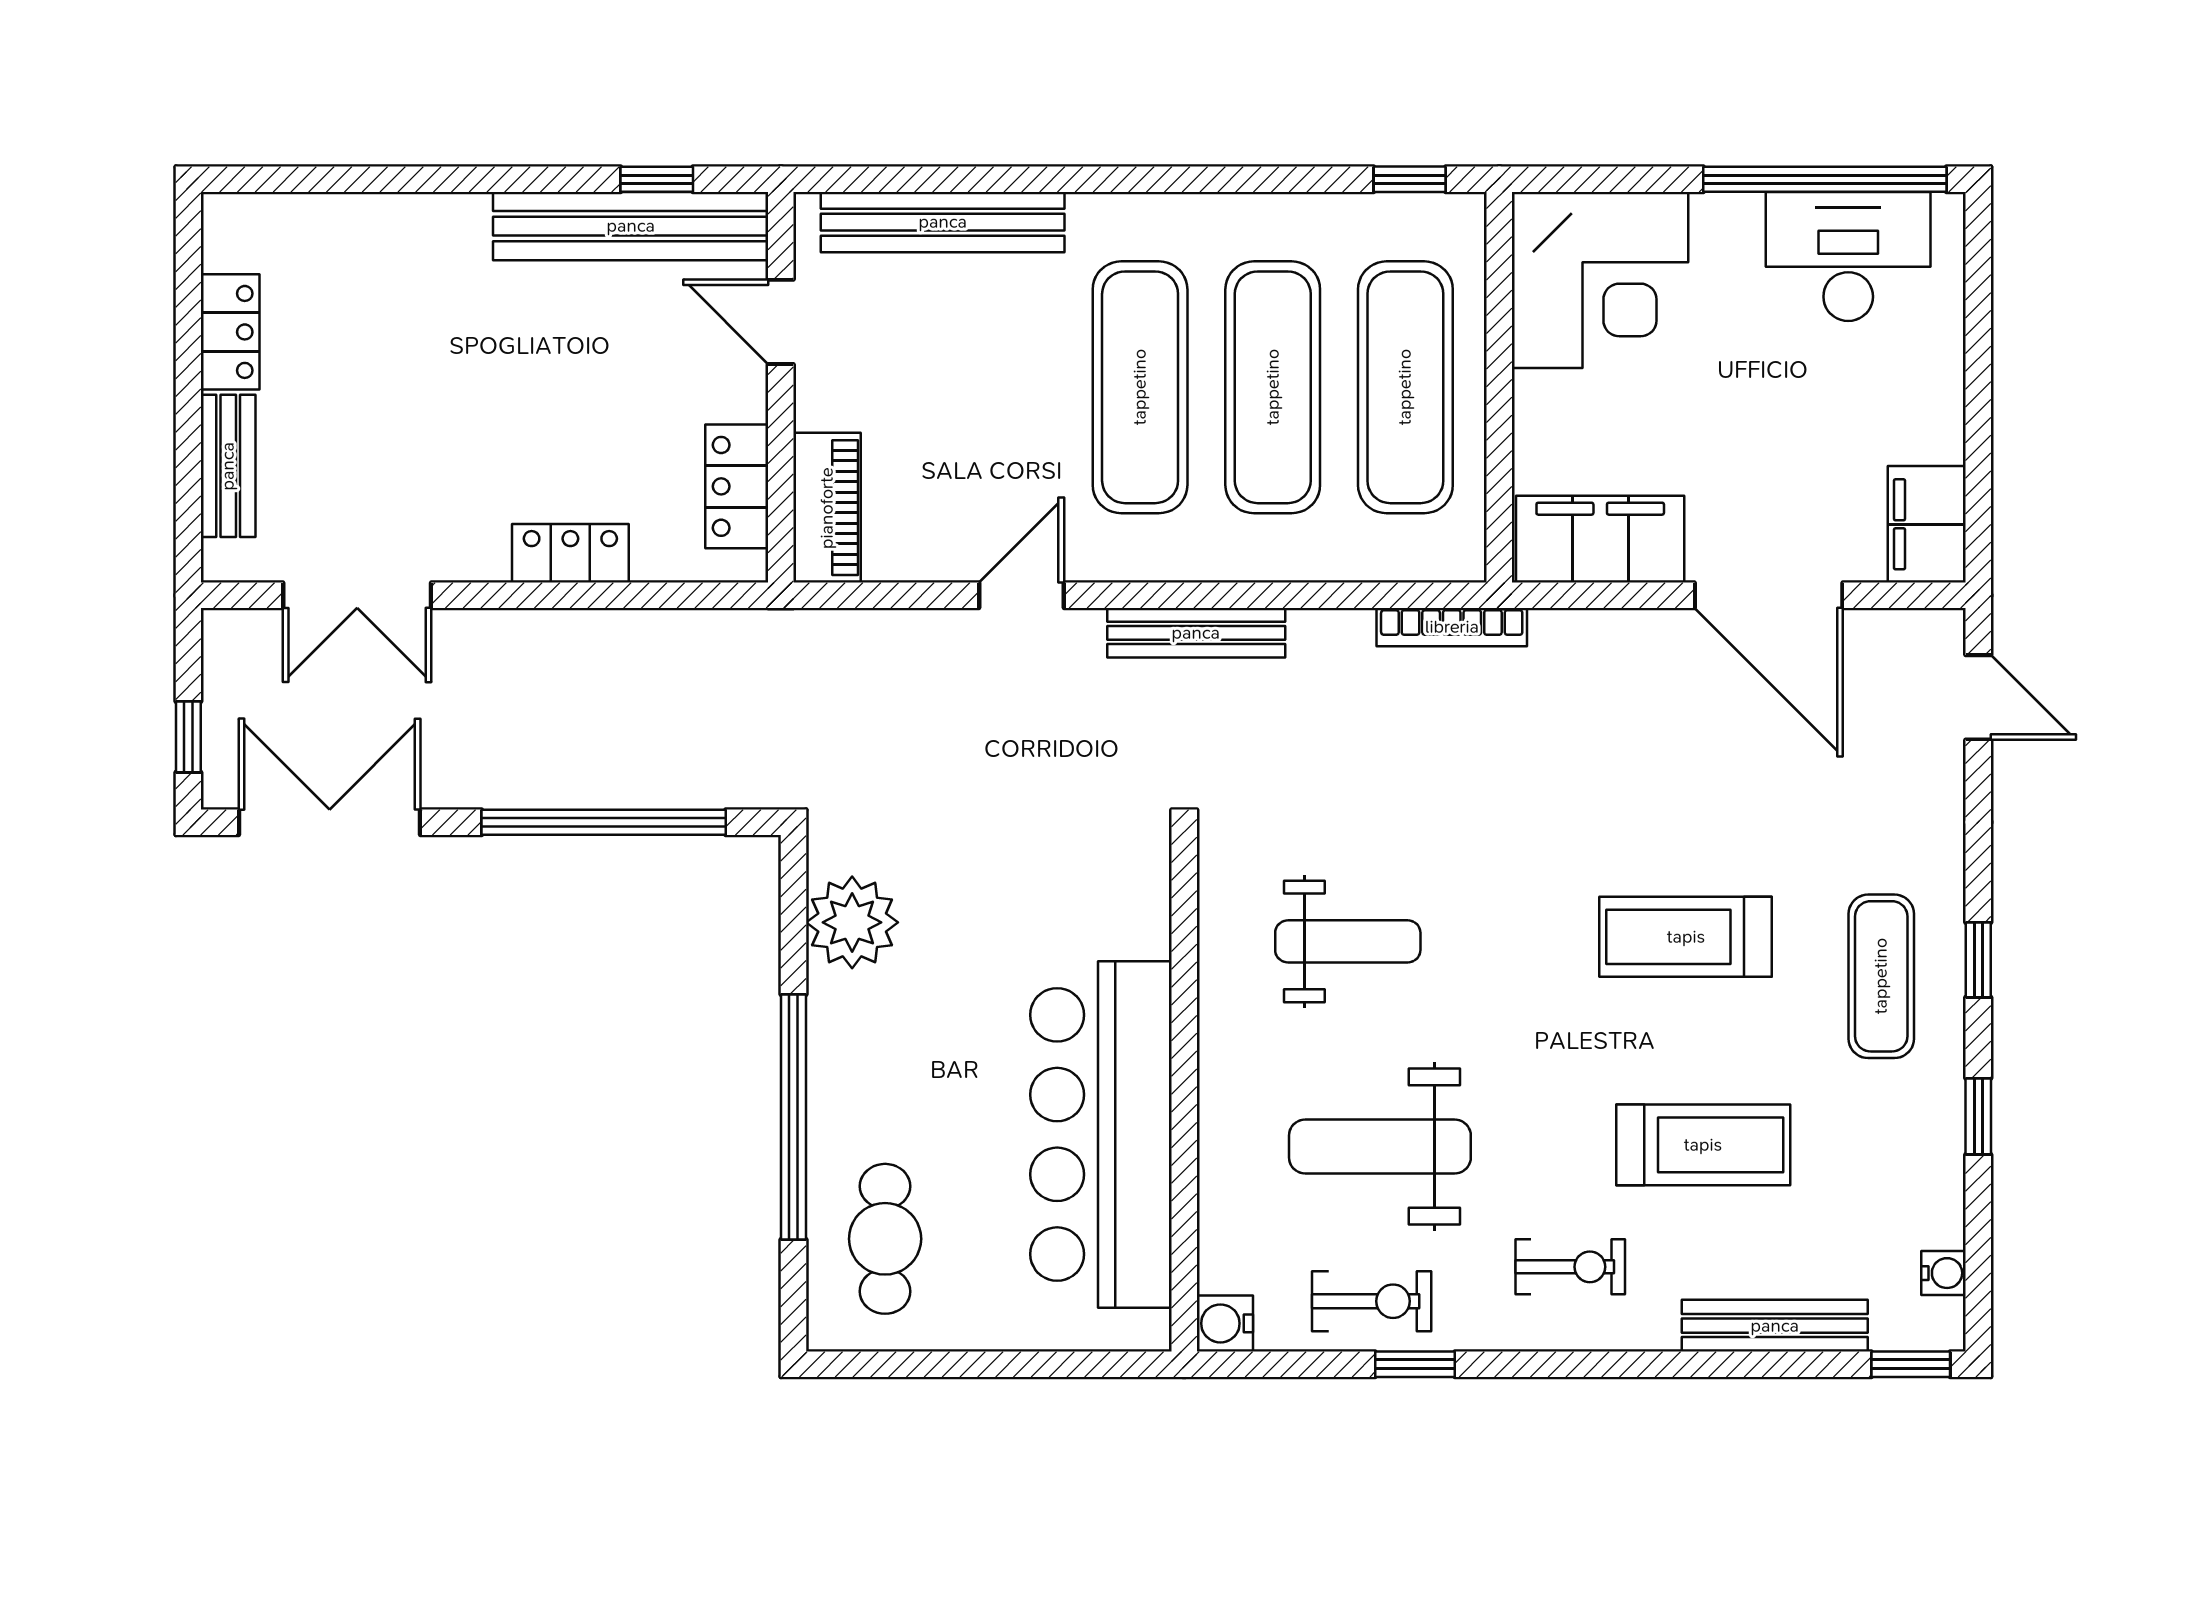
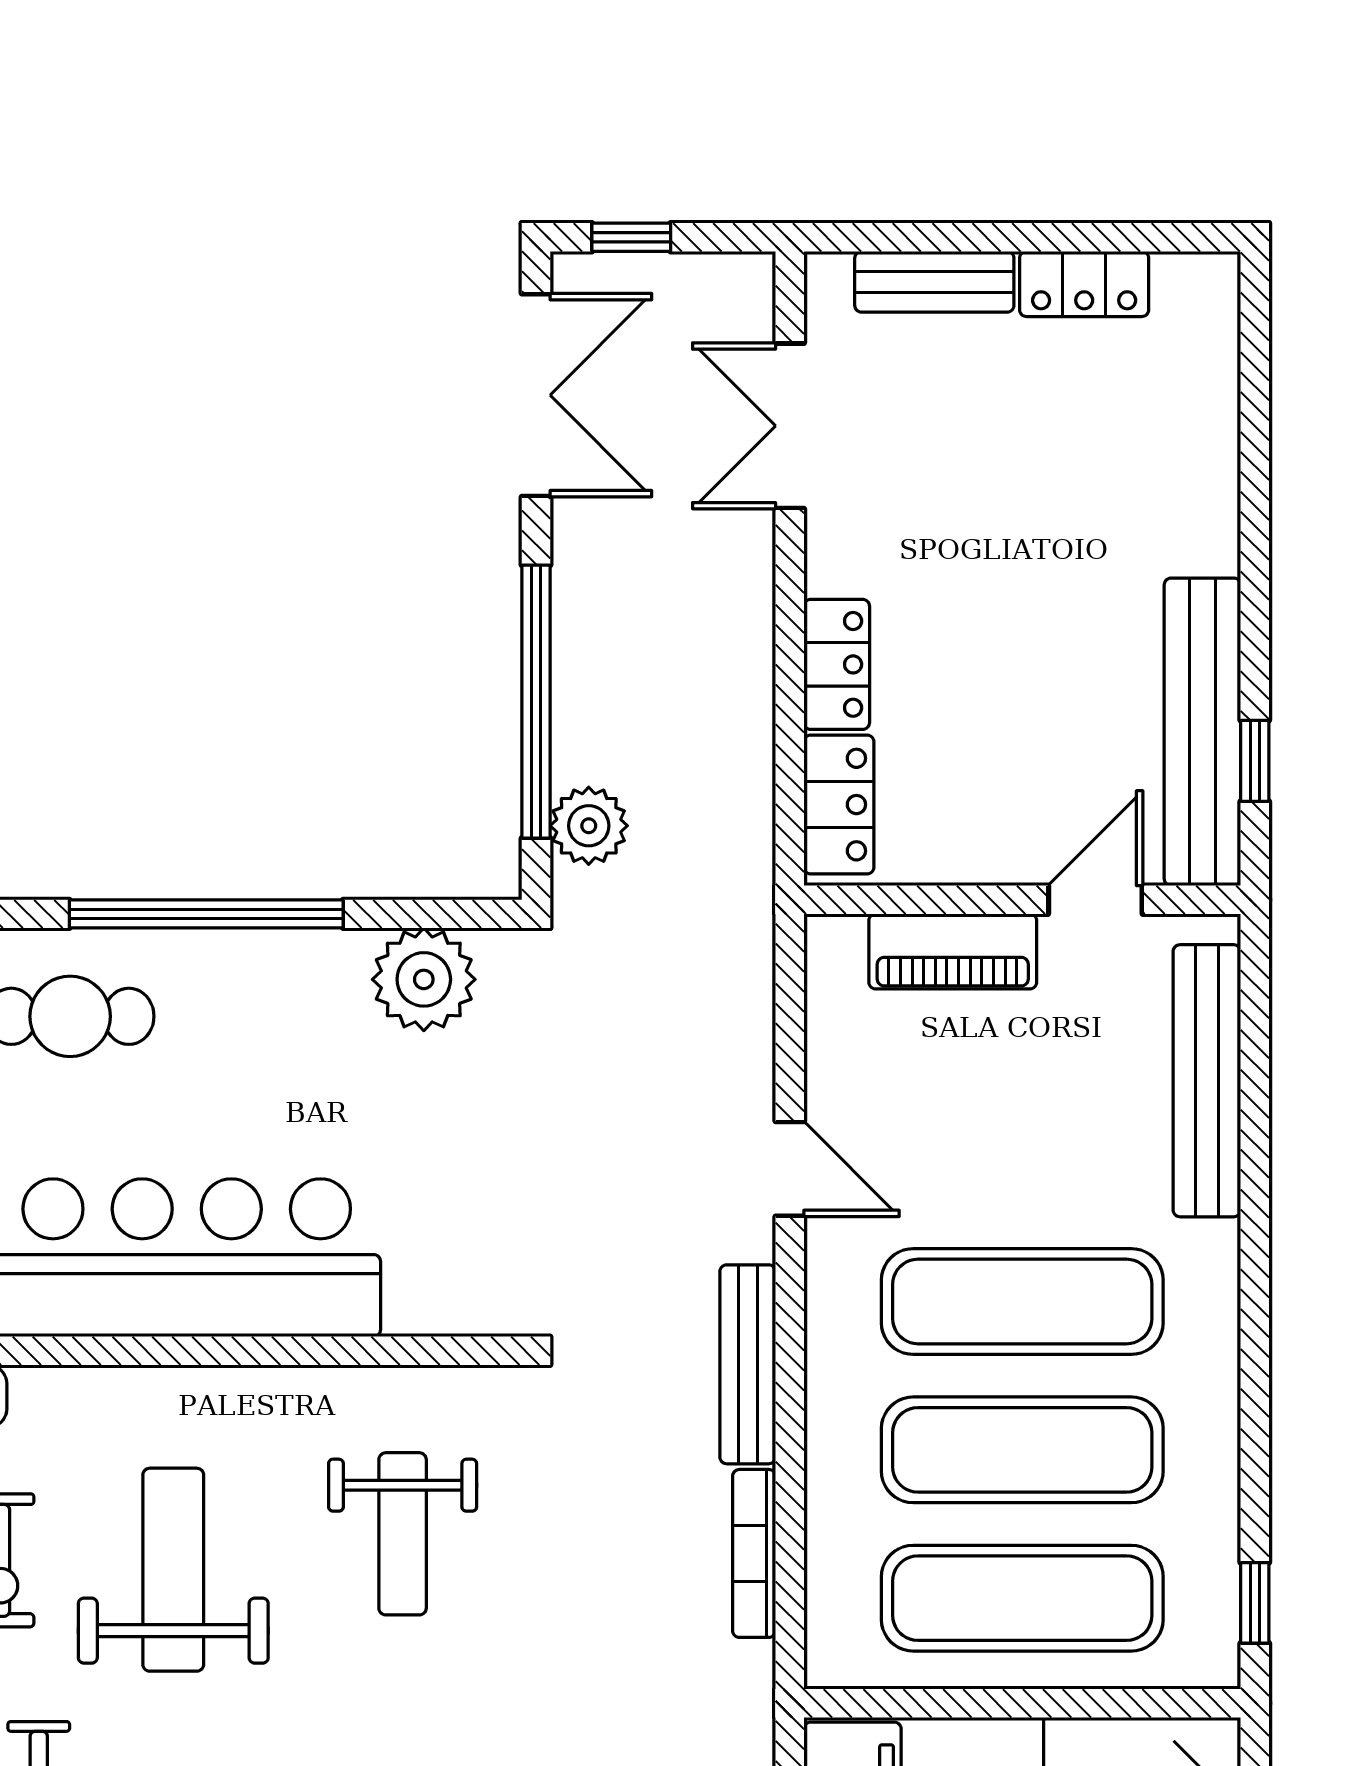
locker: (737, 486) -> (839, 805), moved, turned 90
piano: (827, 508) -> (953, 951), moved
bookcase: (1452, 627) -> (754, 1553), moved
plant: (715, 775) -> (589, 826), added

